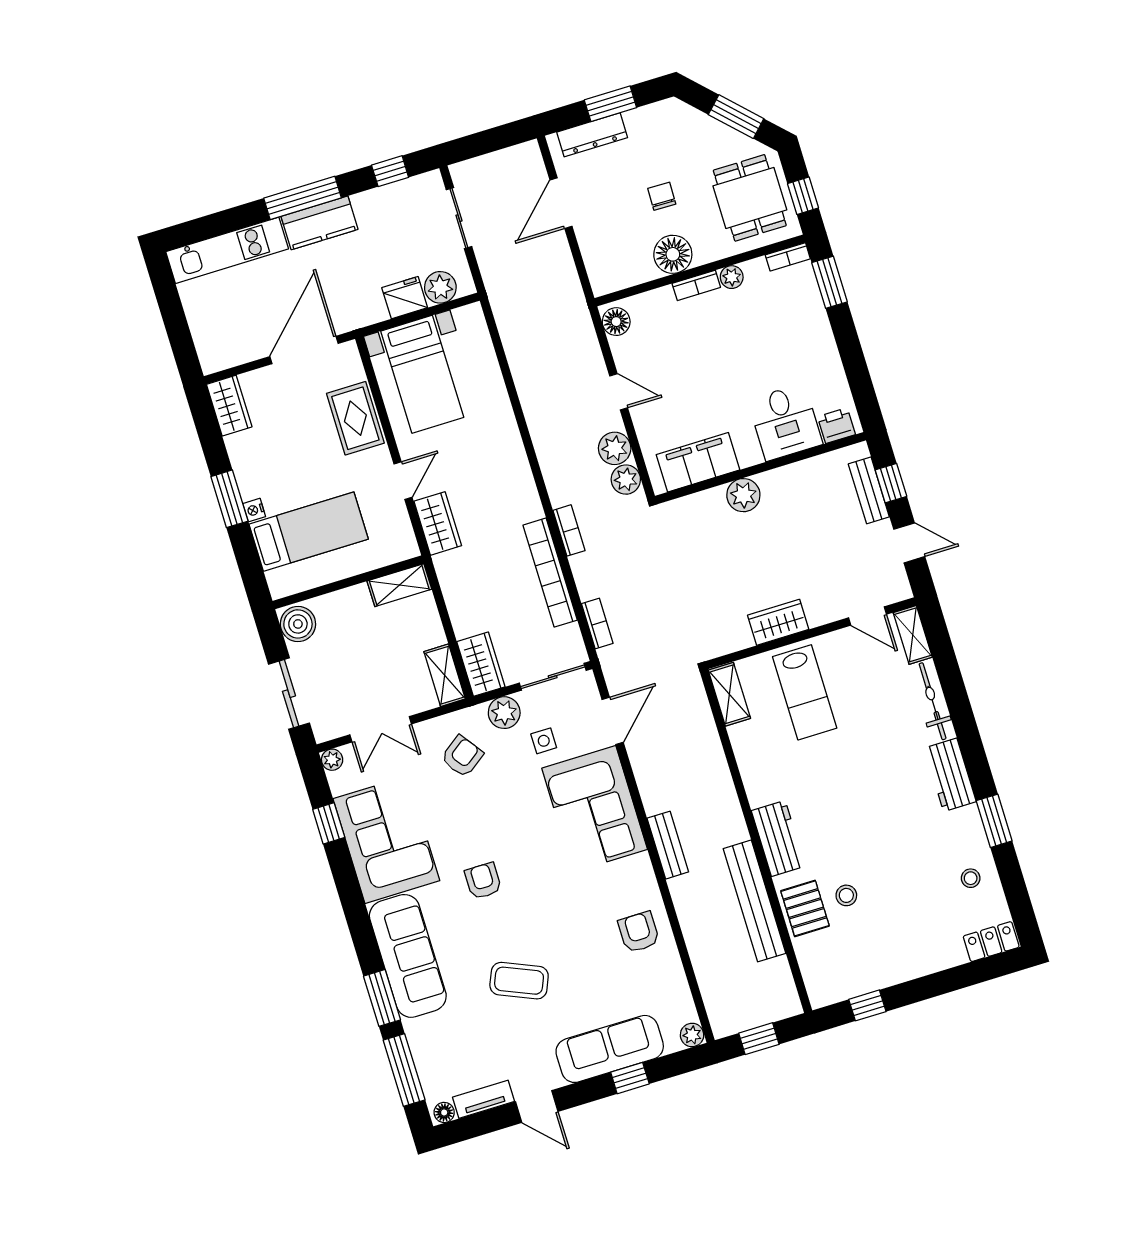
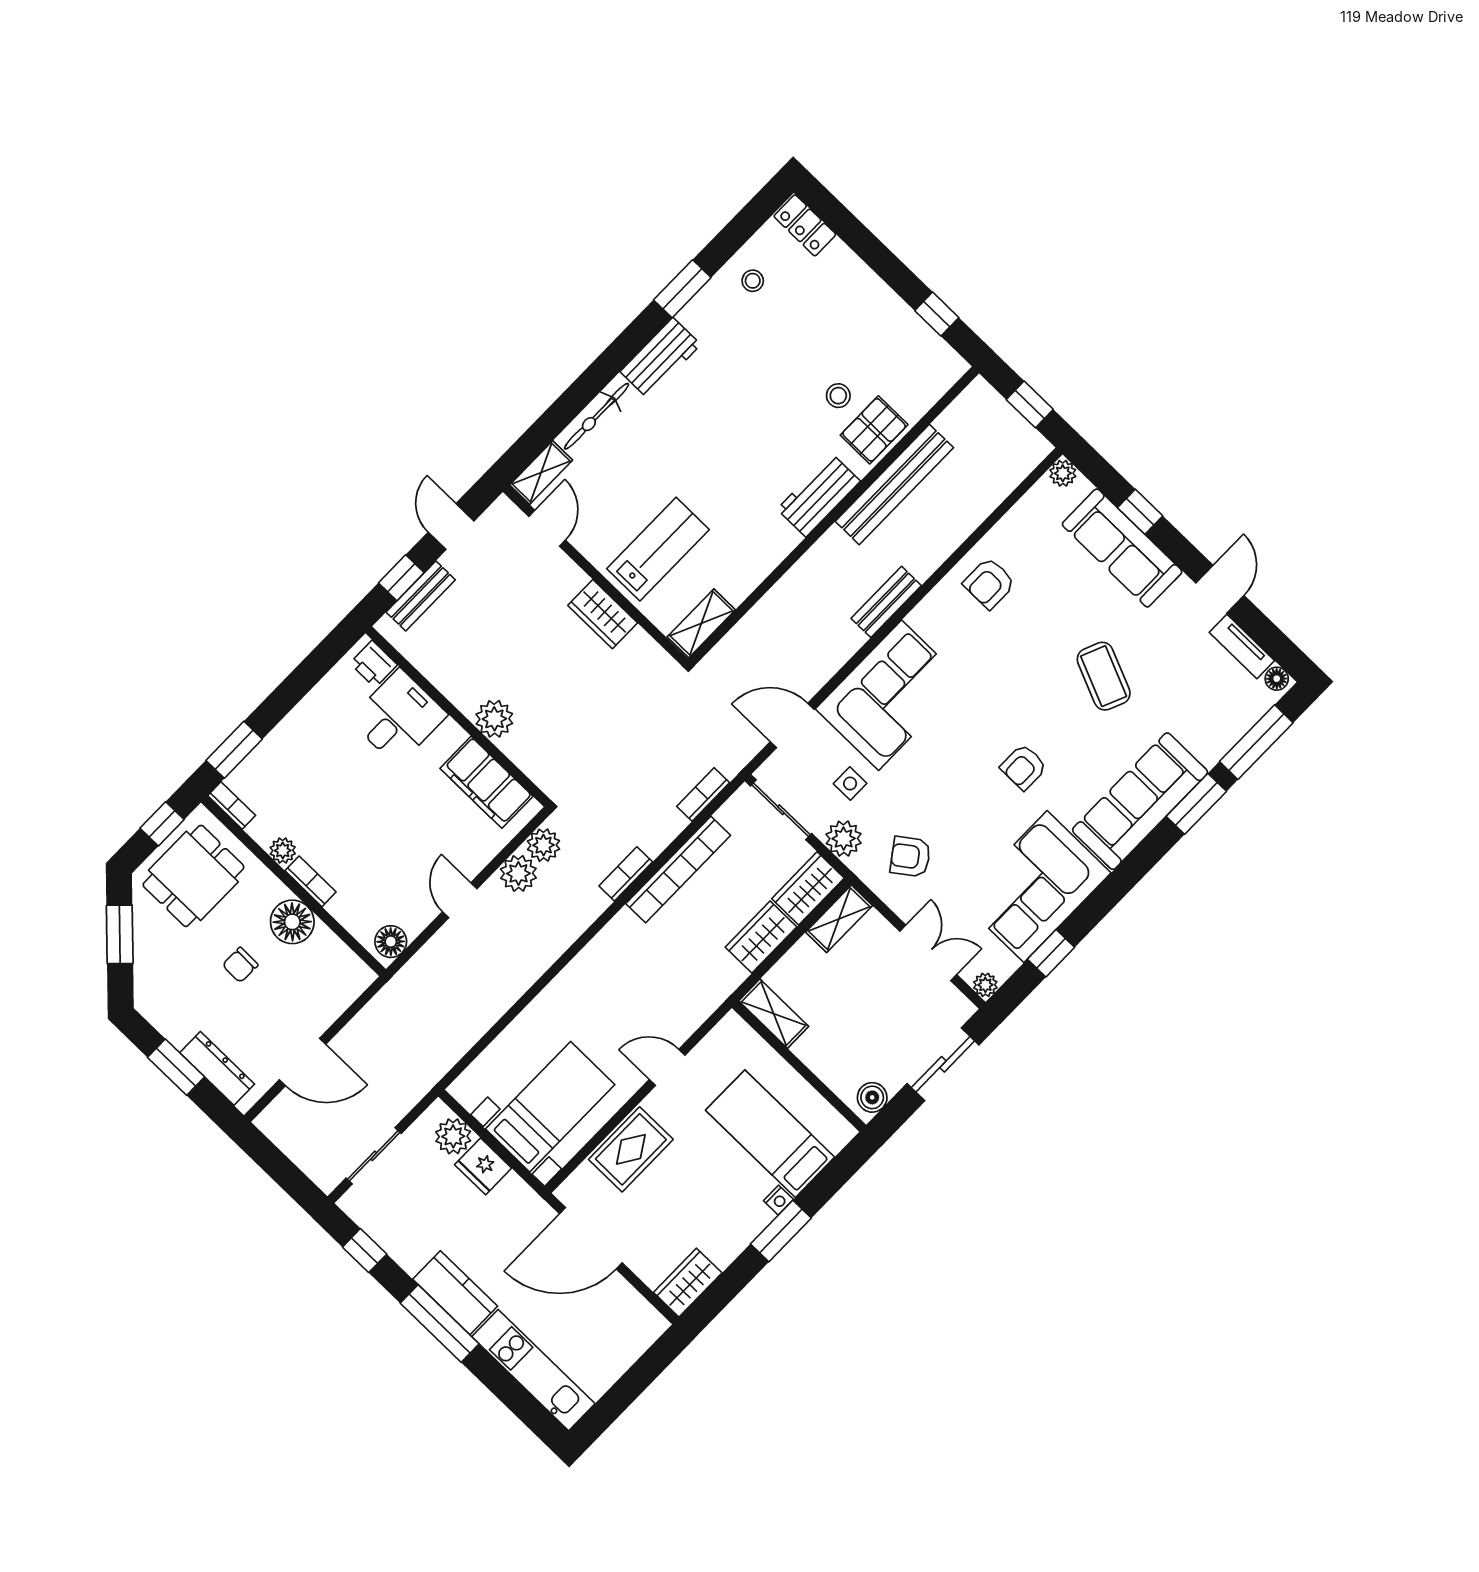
wardrobe: (438, 523) -> (761, 937), moved
boiler: (298, 624) -> (872, 1097), width x0.73, depth x0.73

